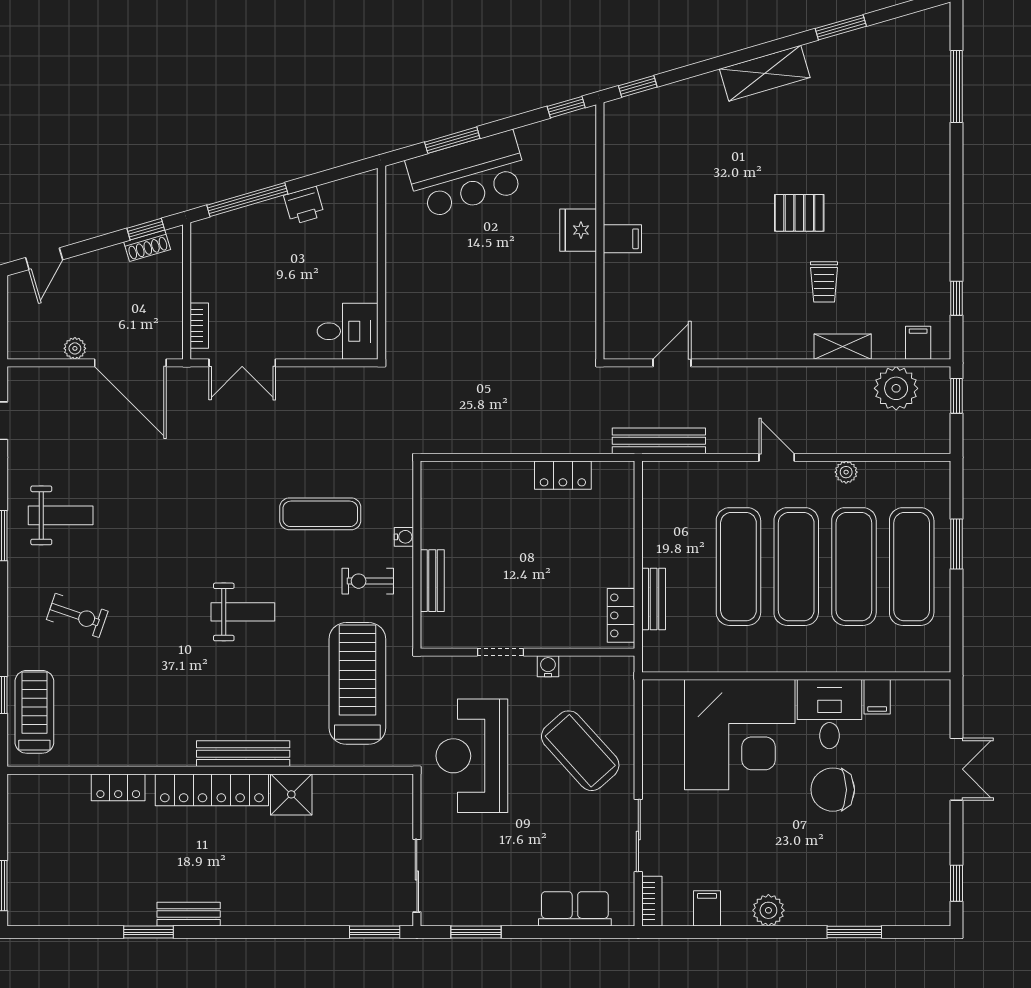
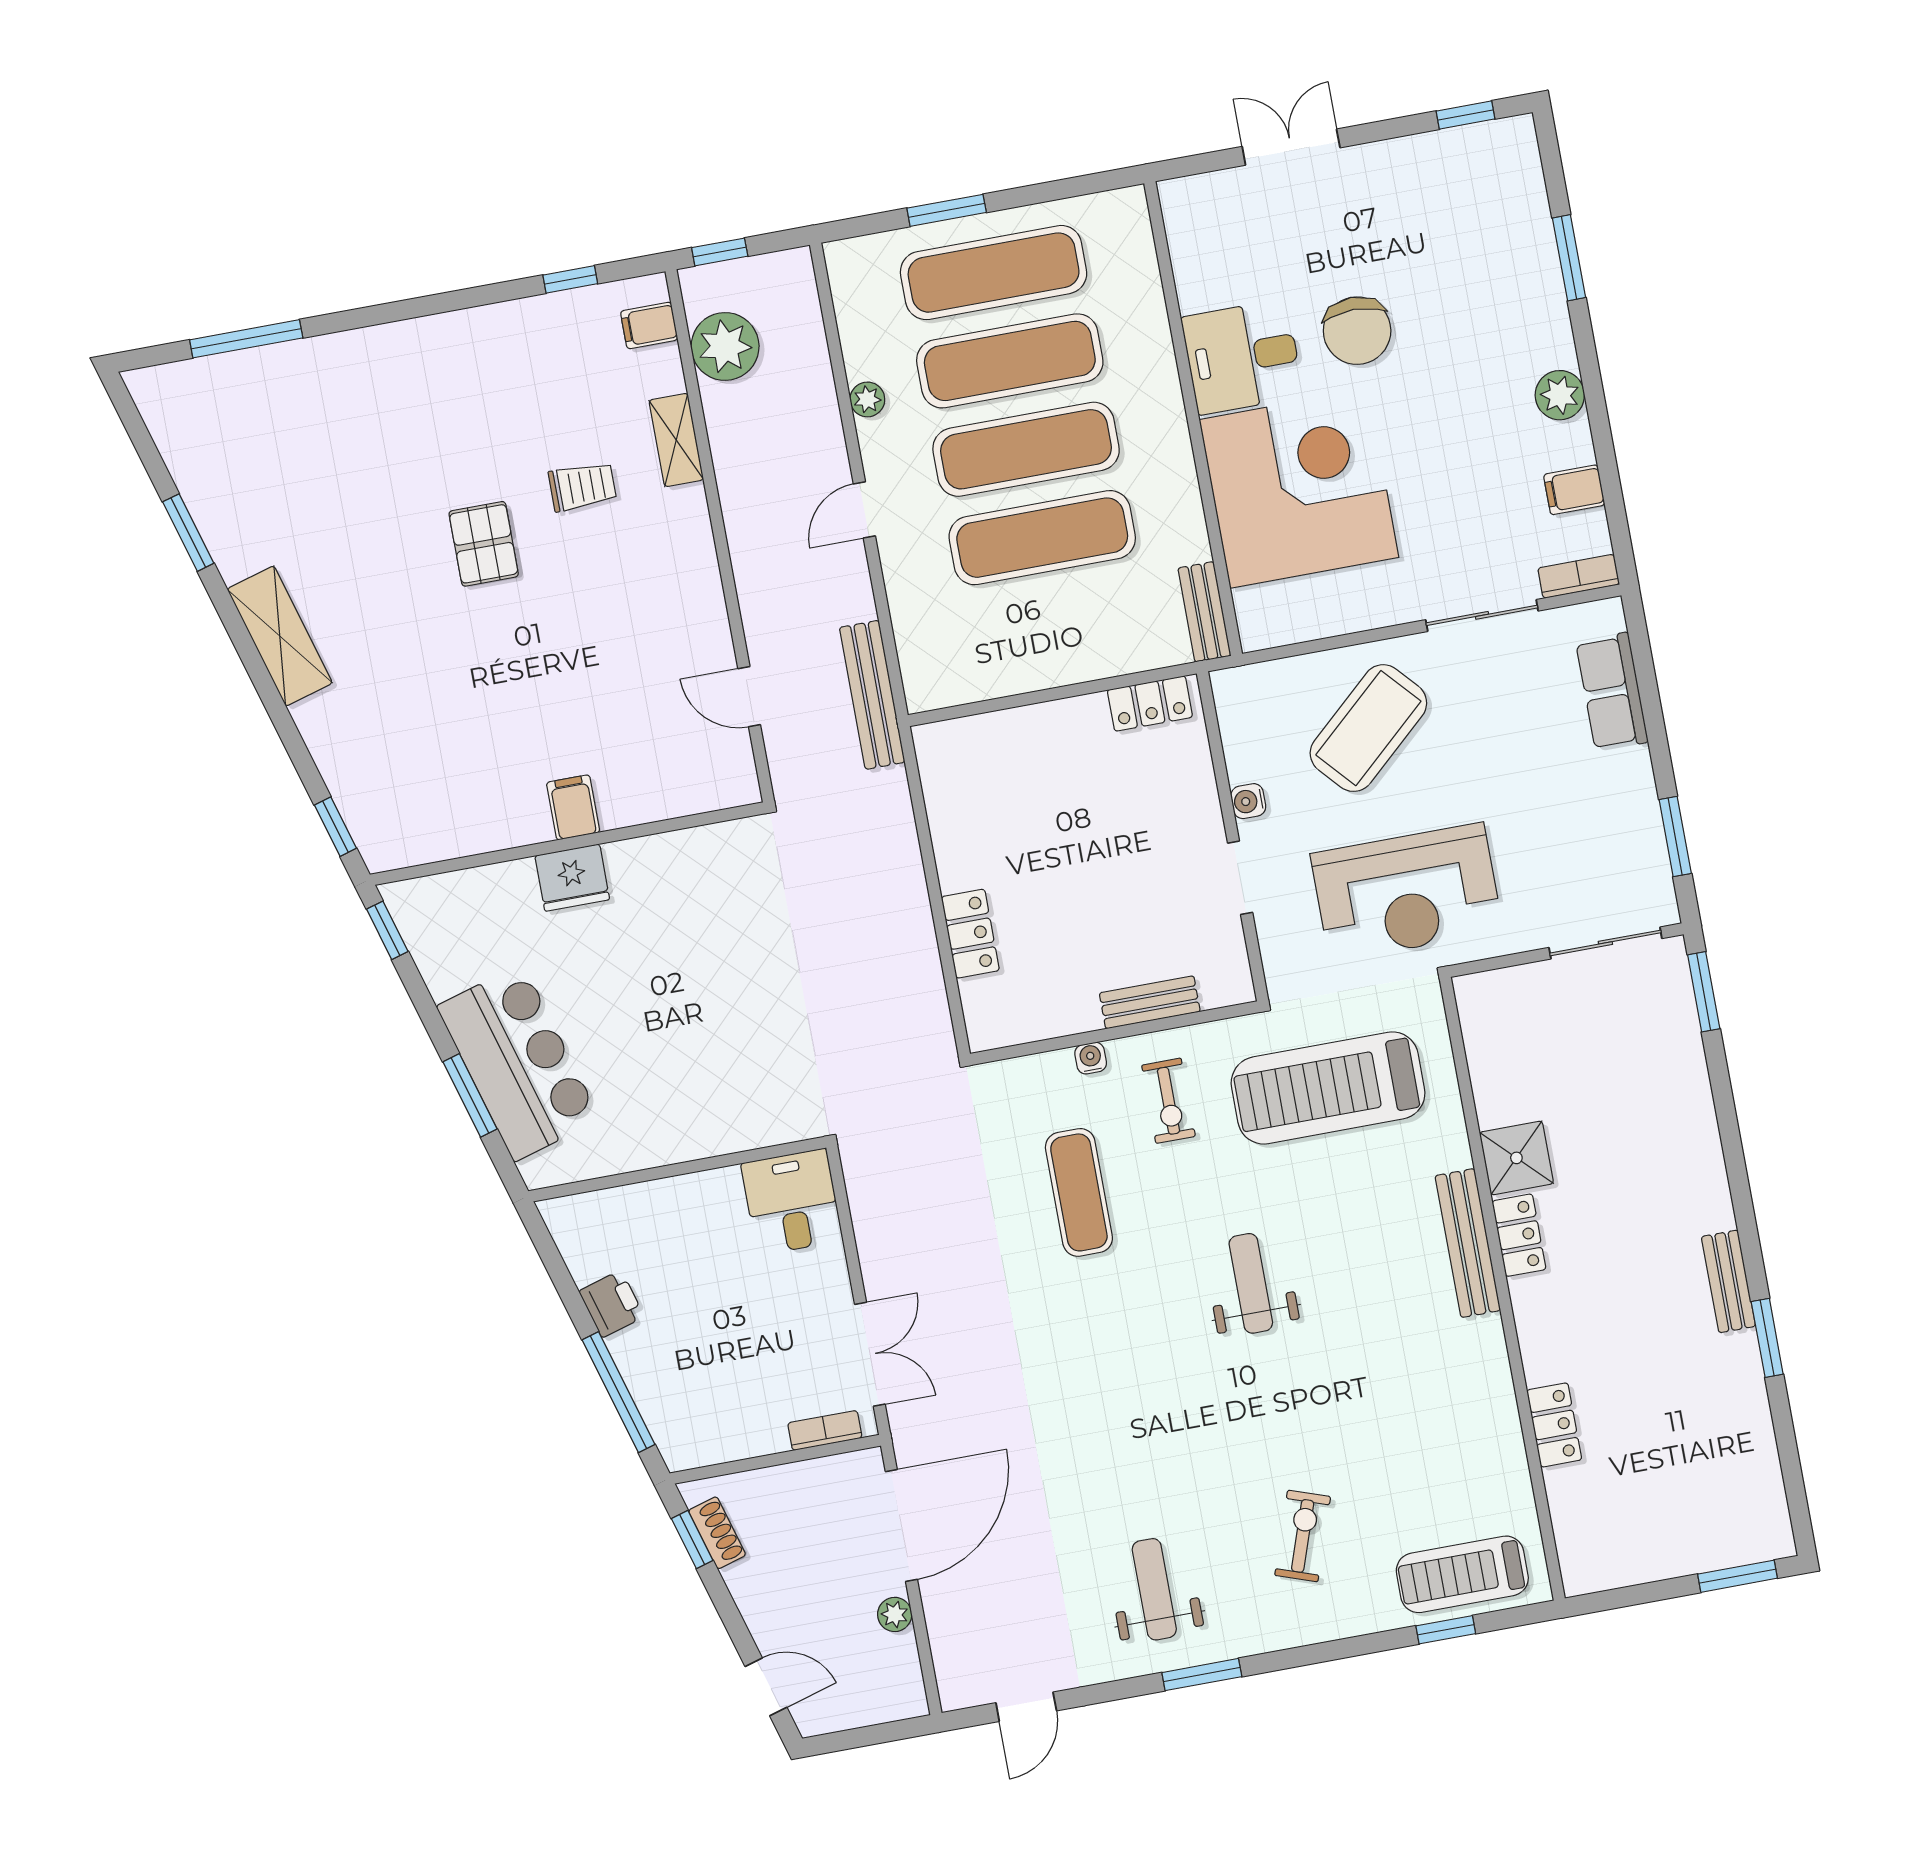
locker: (563, 475) -> (970, 934), moved
bench: (654, 599) -> (1204, 612), moved, turned 90
filing cabinet: (877, 697) -> (1203, 289), removed
locker: (212, 790) -> (1519, 1235), width x0.46, depth x0.83

